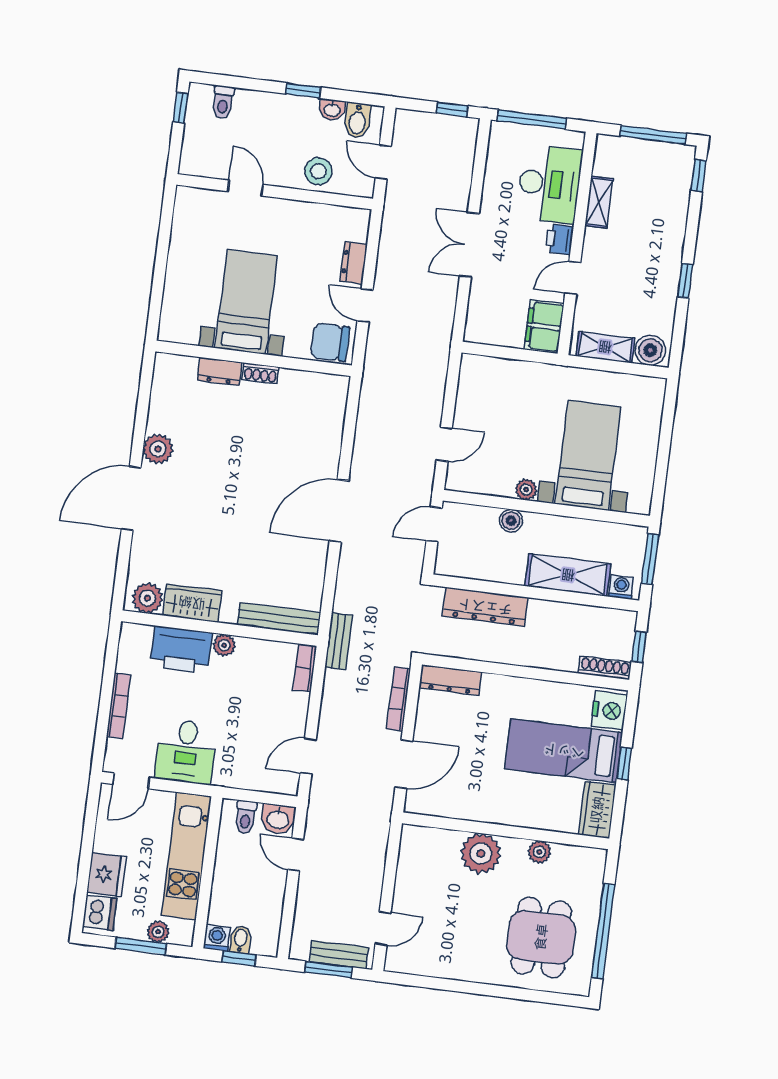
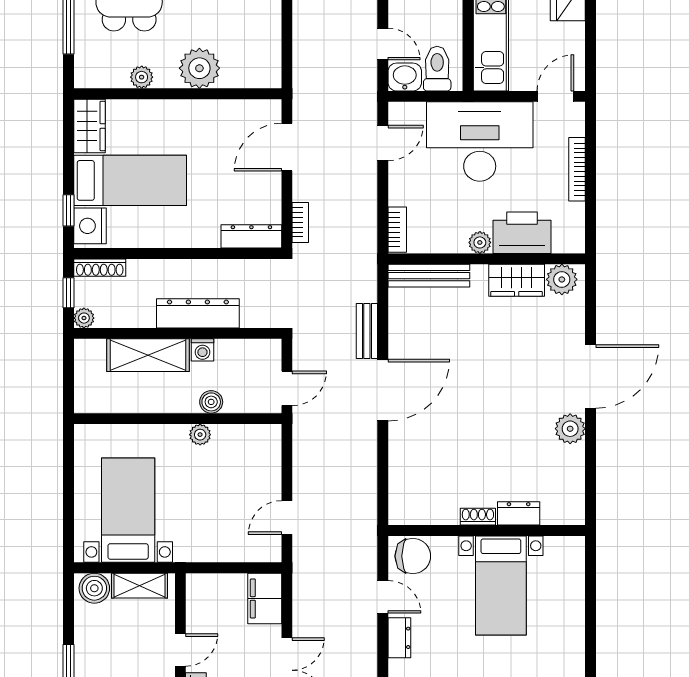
filing cabinet: (544, 326) -> (265, 598), moved, turned 180
door: (444, 444) -> (287, 518), moved
bed with nightstands: (588, 455) -> (128, 510), moved, turned 180
window: (650, 559) -> (69, 381), removed
washing machine: (621, 587) -> (202, 350), moved
dresser: (485, 607) -> (198, 313), moved
plant: (627, 620) -> (84, 318), added
bench: (339, 641) -> (367, 331), moved
bookcase: (399, 699) -> (300, 222), width x0.64
desk: (186, 752) -> (480, 142), width x1.87, depth x1.30
window: (624, 764) -> (69, 210), moved
toilet: (246, 817) -> (437, 69), width x1.37, depth x1.39

